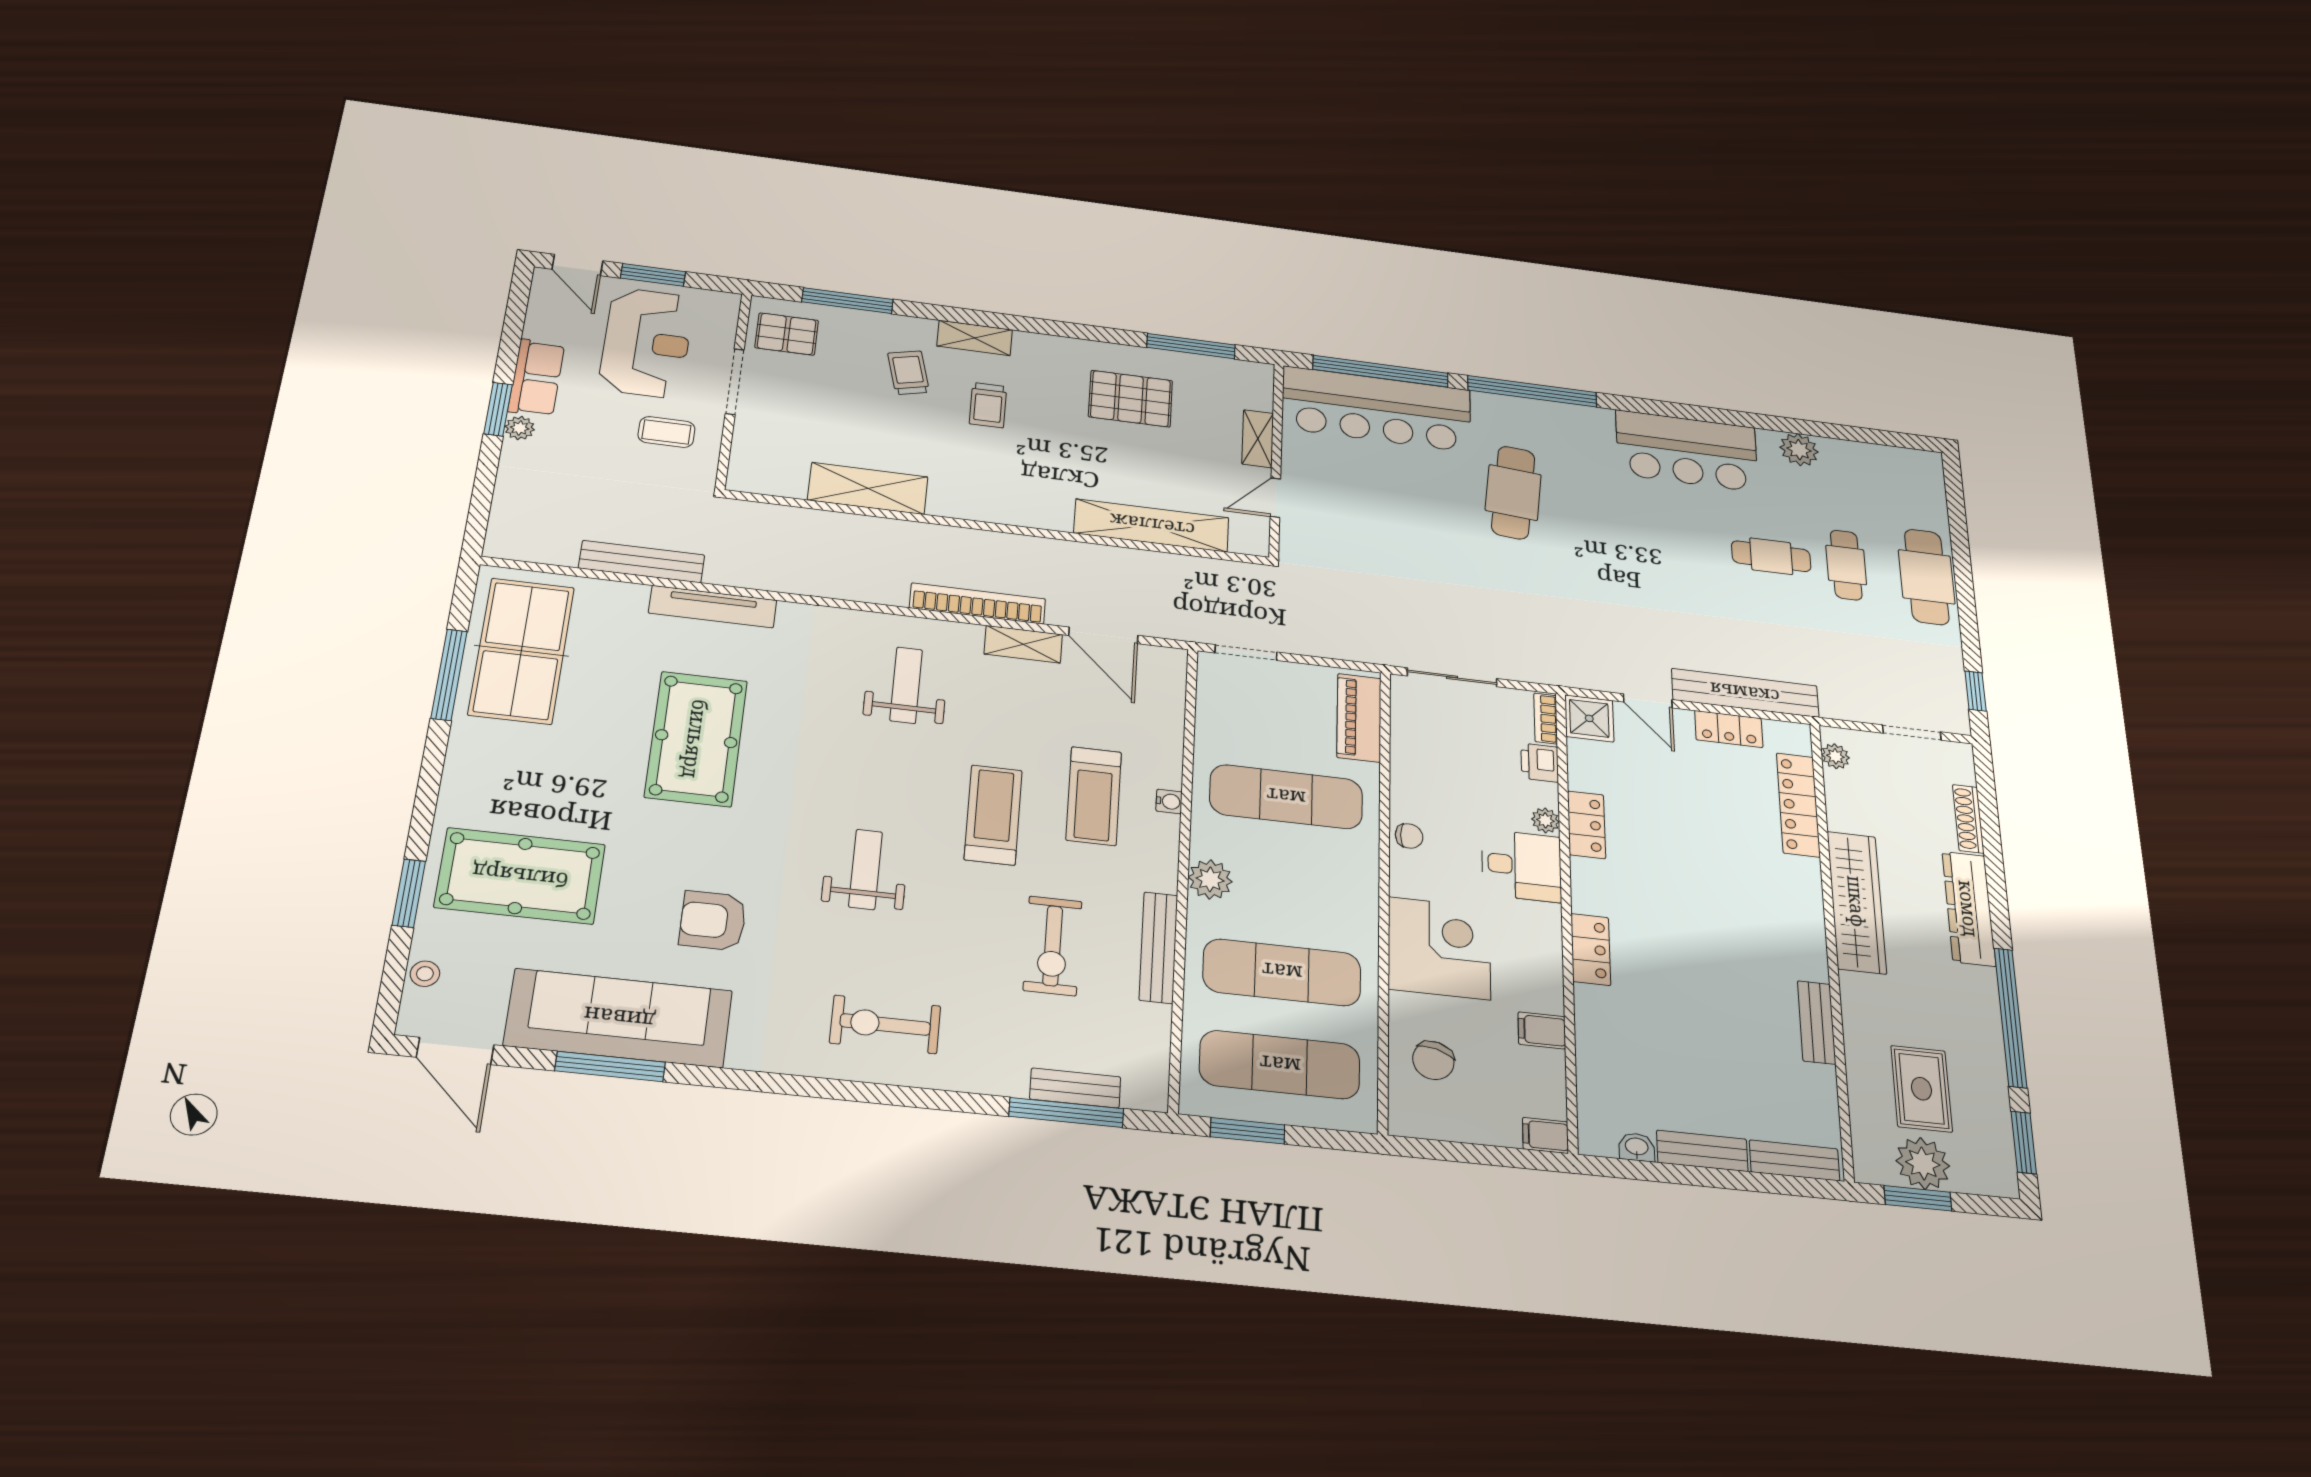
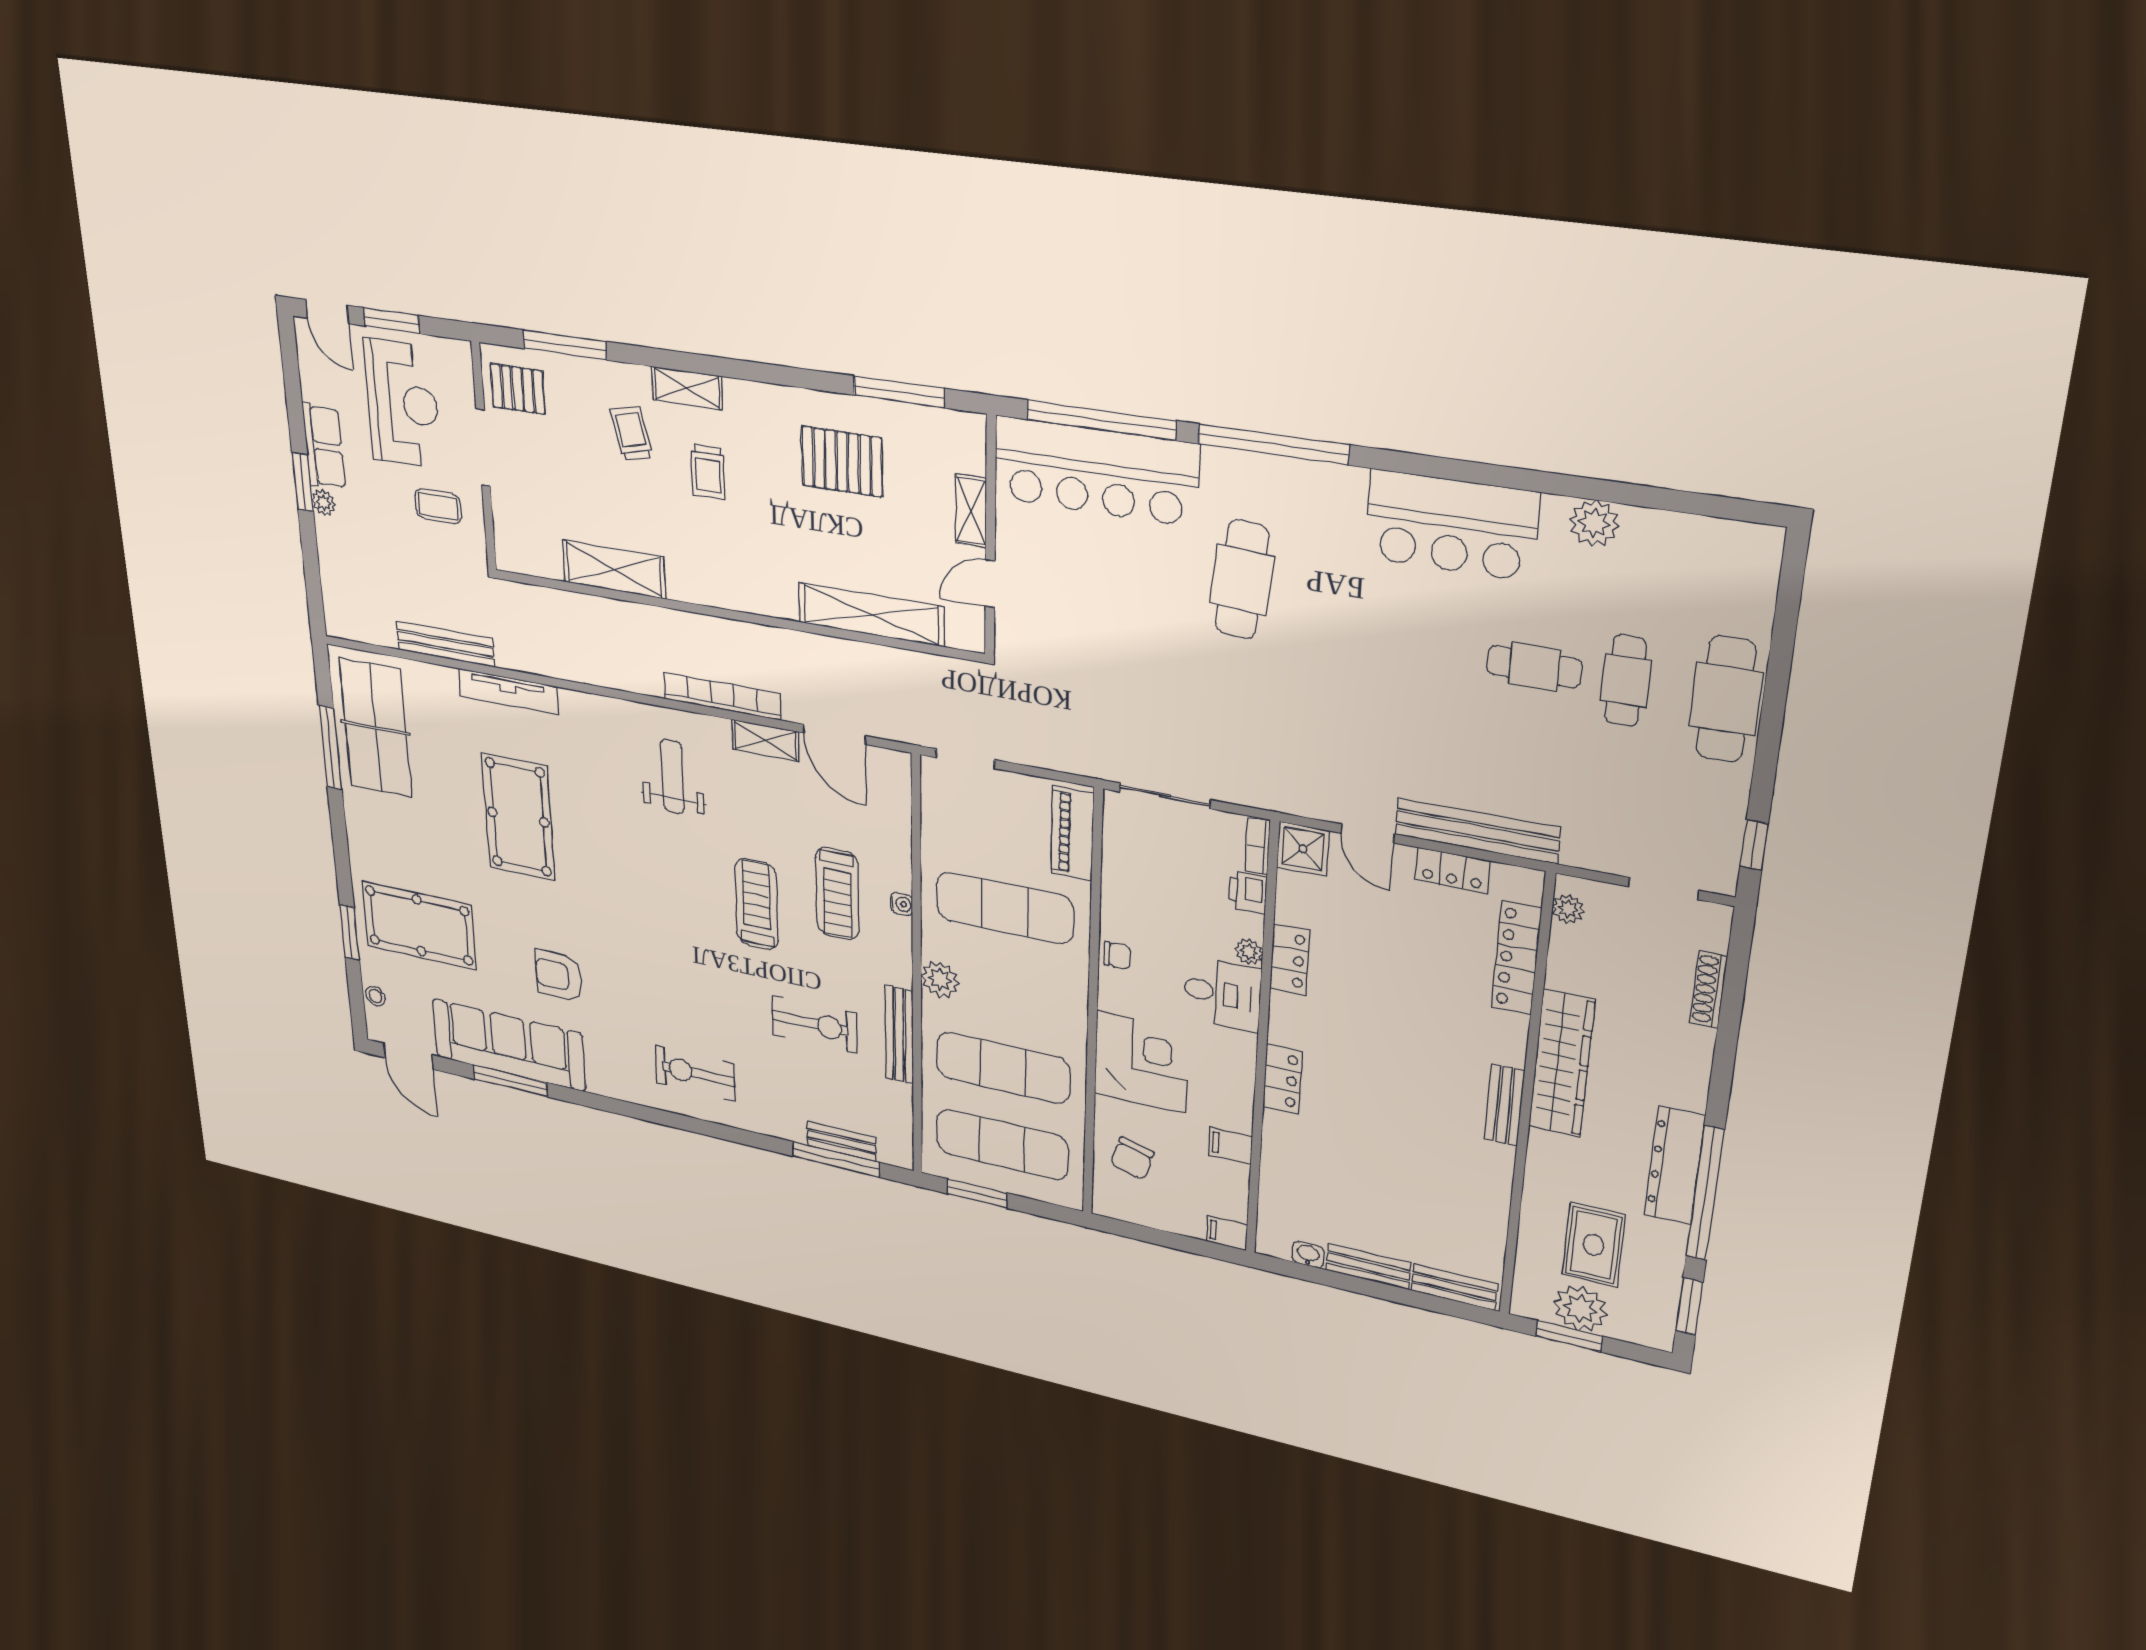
weight bench: (865, 869) -> (663, 944), removed
dresser: (1969, 909) -> (1675, 1165), moved
exercise bike: (1053, 946) -> (814, 1024), turned -90
bench: (1817, 1022) -> (1504, 1105), moved

